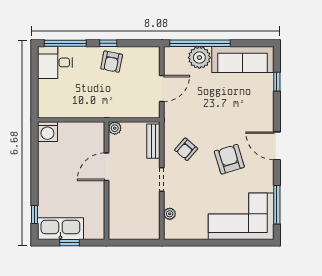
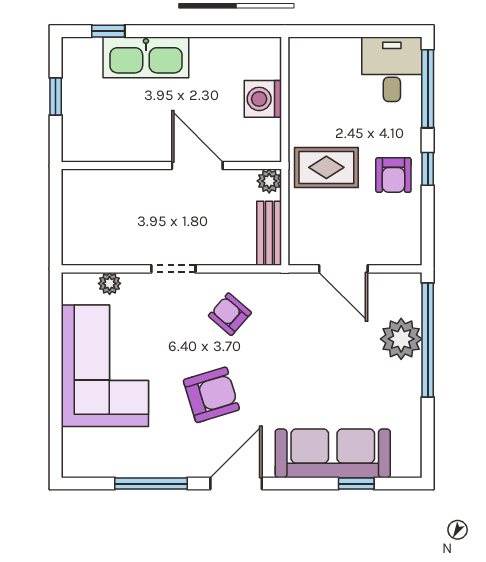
sofa: (243, 59) -> (333, 453), moved, turned 90
armchair: (112, 62) -> (393, 175), turned -101
rug: (107, 98) -> (326, 167), added
washing machine: (47, 132) -> (263, 99), moved
bench: (153, 141) -> (269, 233), moved, turned 90
window: (277, 205) -> (151, 484), moved
corner sofa: (241, 216) -> (105, 366), moved
kitchen sink: (60, 229) -> (146, 57), moved, turned 90

